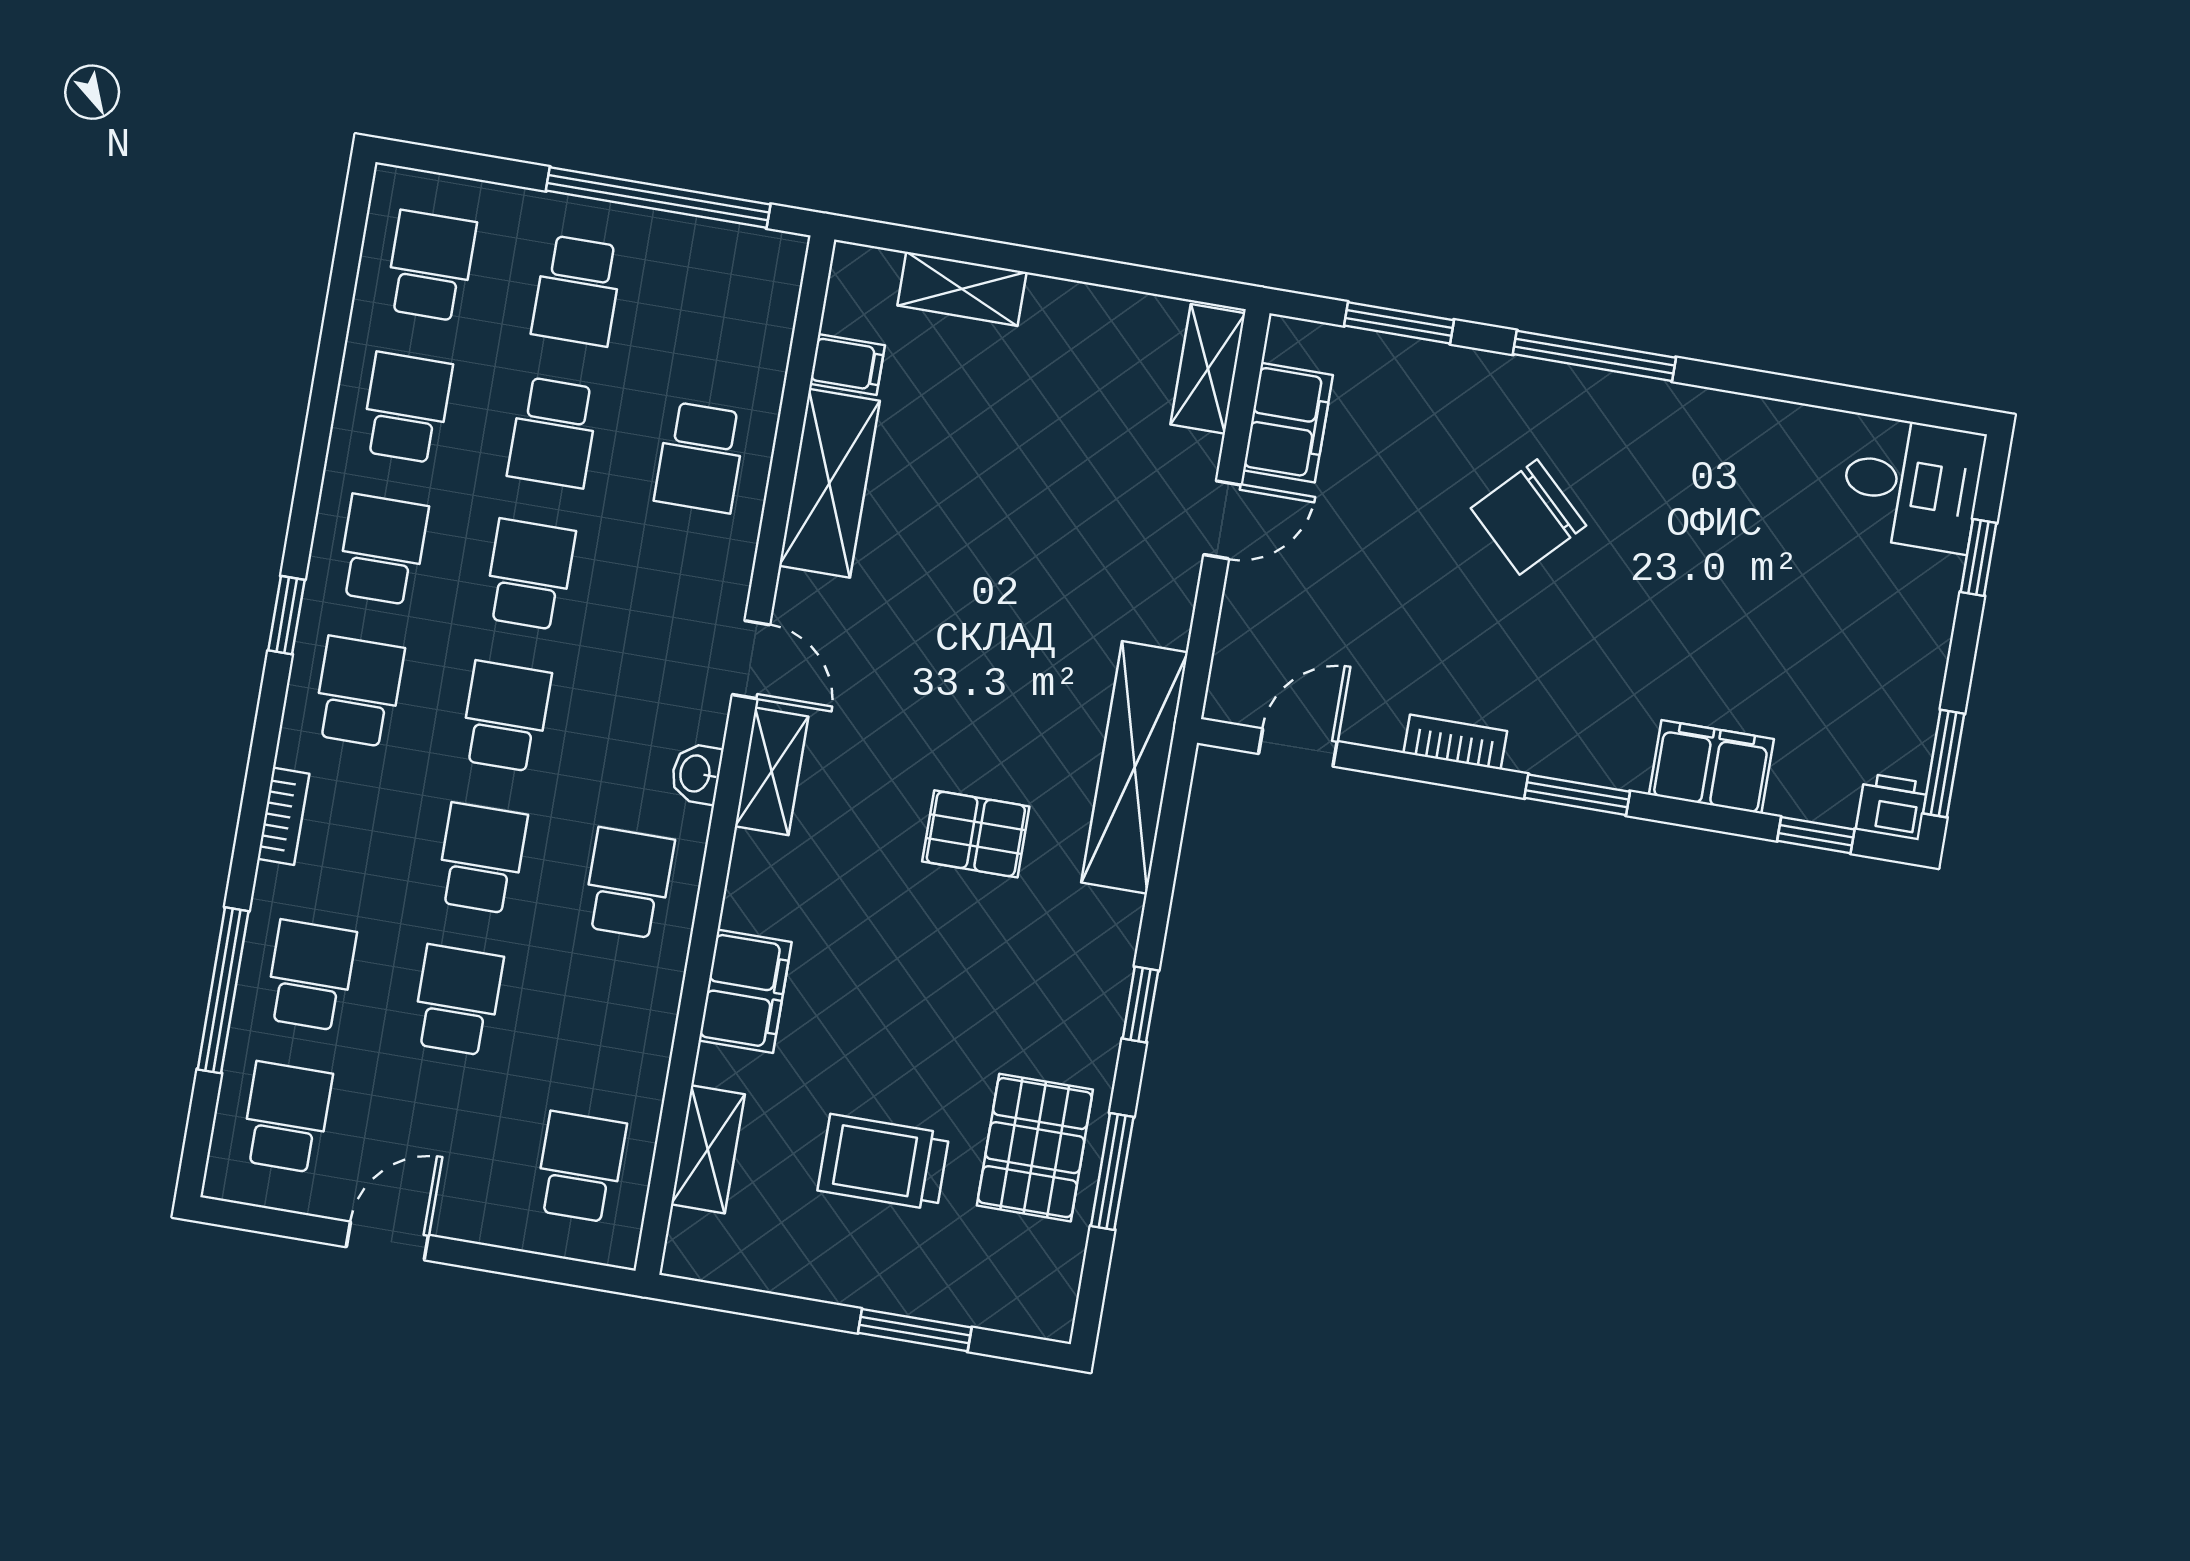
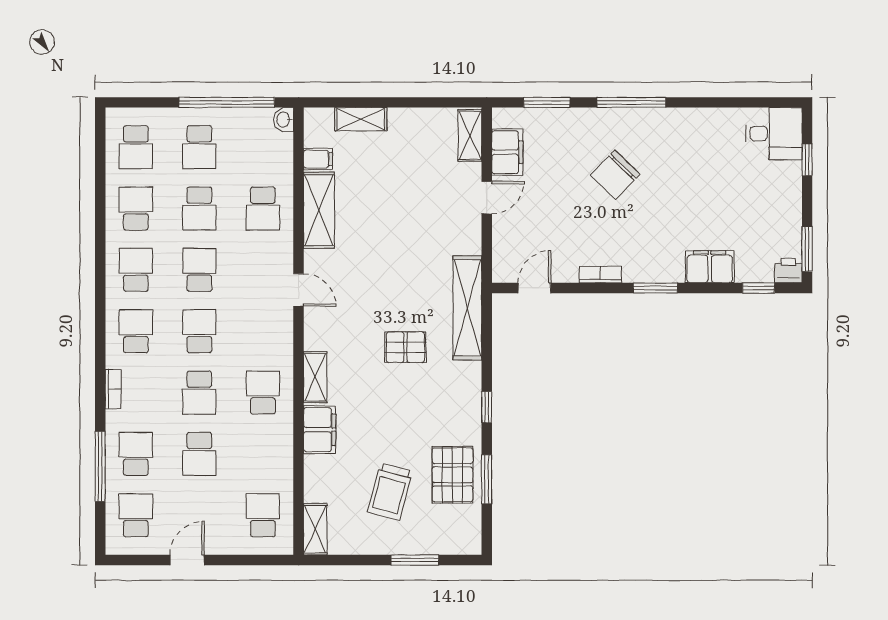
school desk: (430, 266) -> (136, 147), turned 180
window: (287, 615) -> (100, 304), removed
shelving: (772, 771) -> (315, 377), moved
washbasin: (696, 774) -> (284, 120), moved
school desk: (481, 858) -> (199, 393), turned 180
school desk: (457, 1000) -> (199, 454), turned 180
shelving: (708, 1149) -> (315, 529), moved
trolley: (883, 1162) -> (390, 492), turned -75

